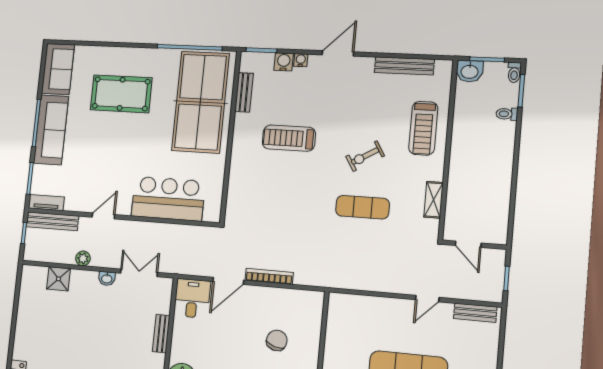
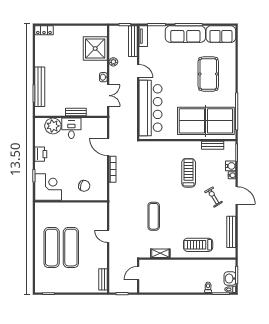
washbasin: (470, 71) -> (230, 279), moved
exercise bike: (365, 156) -> (214, 197), moved
bar counter: (168, 199) -> (151, 108), width x1.36
shower: (58, 279) -> (95, 49), width x1.86, depth x1.86
desk: (192, 298) -> (71, 128), moved, turned -90
door: (427, 299) -> (108, 236), moved
chair: (277, 340) -> (84, 186), moved

